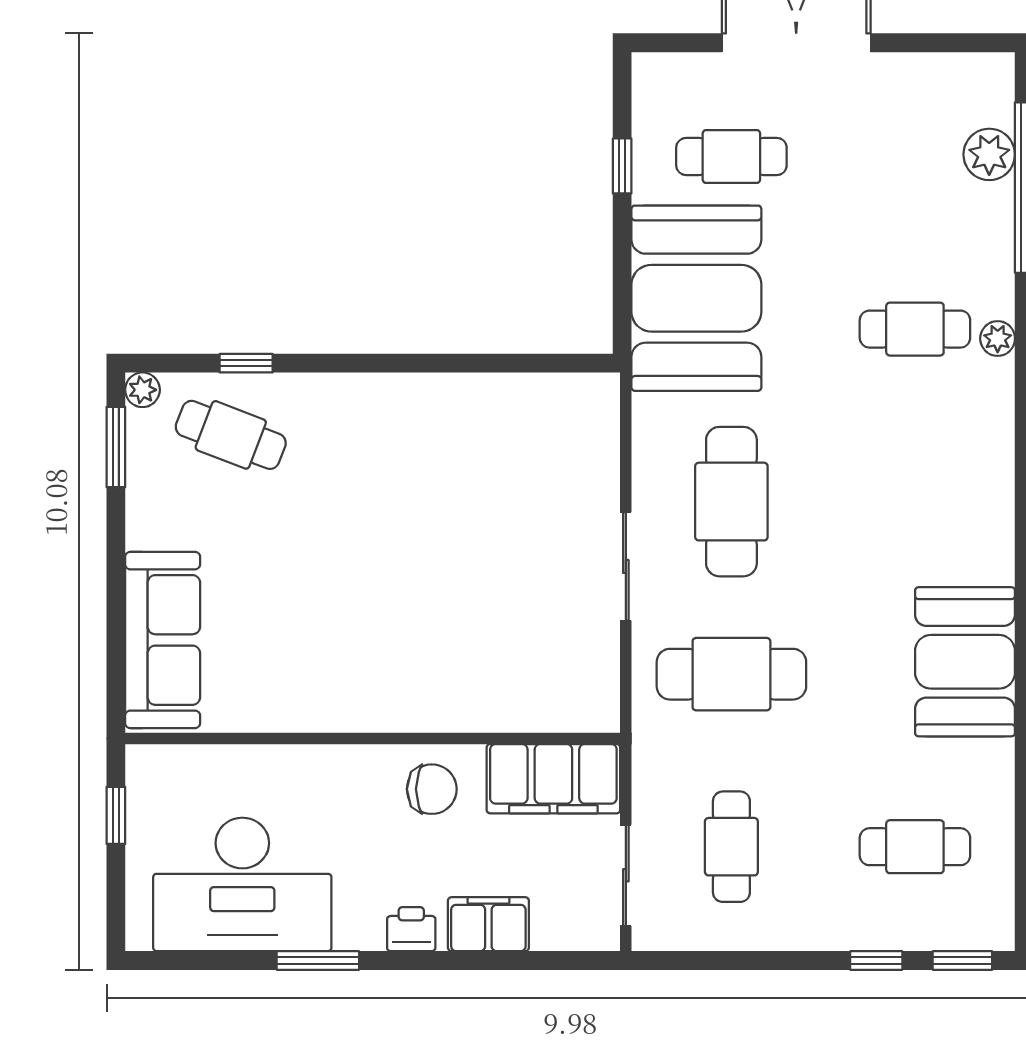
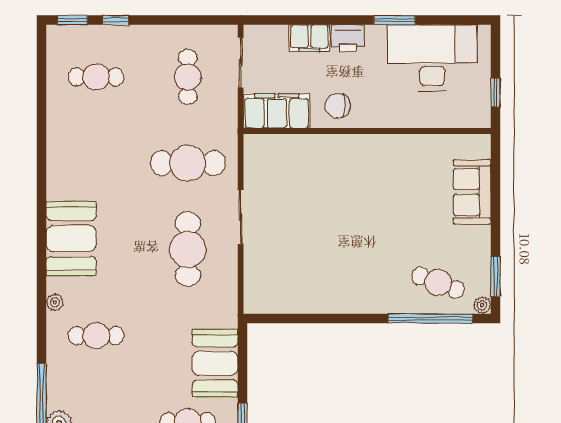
booth: (696, 298) -> (215, 363), width x0.73, depth x0.70
plant: (998, 339) -> (55, 302), moved
window: (246, 363) -> (430, 319), width x3.17
sofa: (163, 640) -> (472, 192), width x0.73
booth: (965, 662) -> (71, 238), moved
printer: (411, 929) -> (348, 38), width x1.36, depth x1.24

